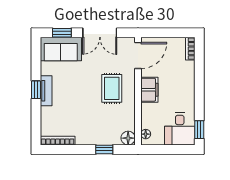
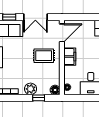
rug: (112, 88) -> (44, 56), turned 90
plant: (93, 136) -> (31, 89), added

